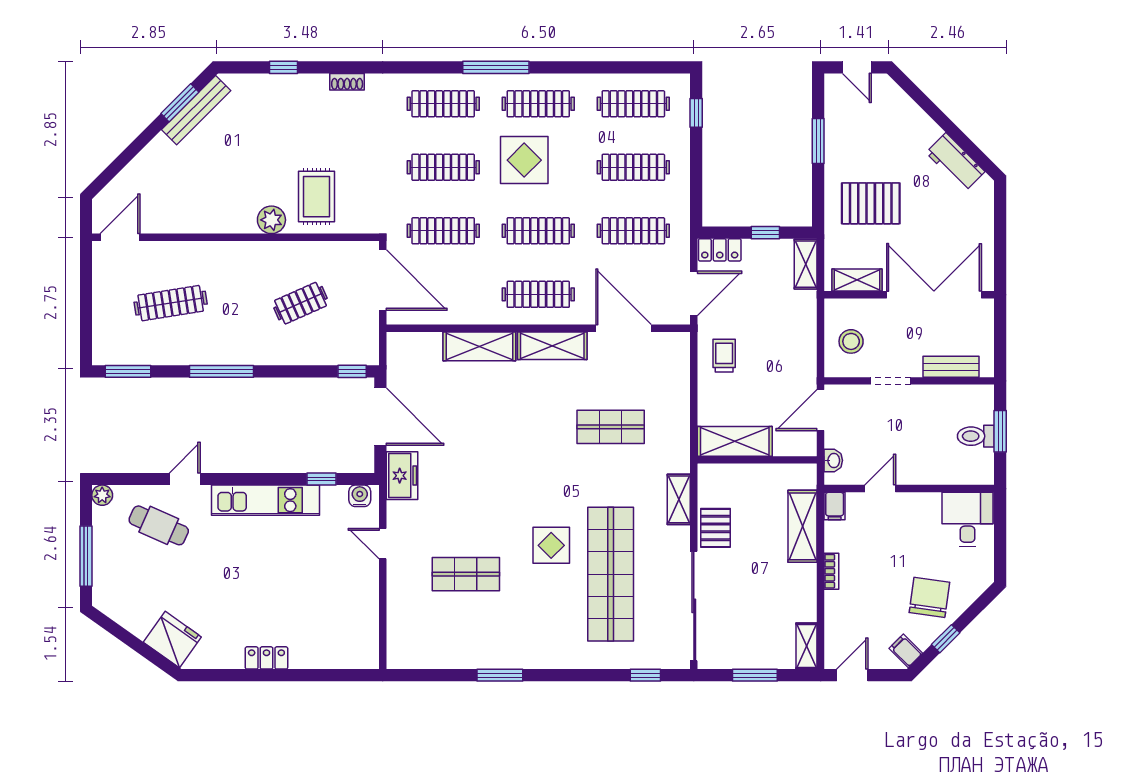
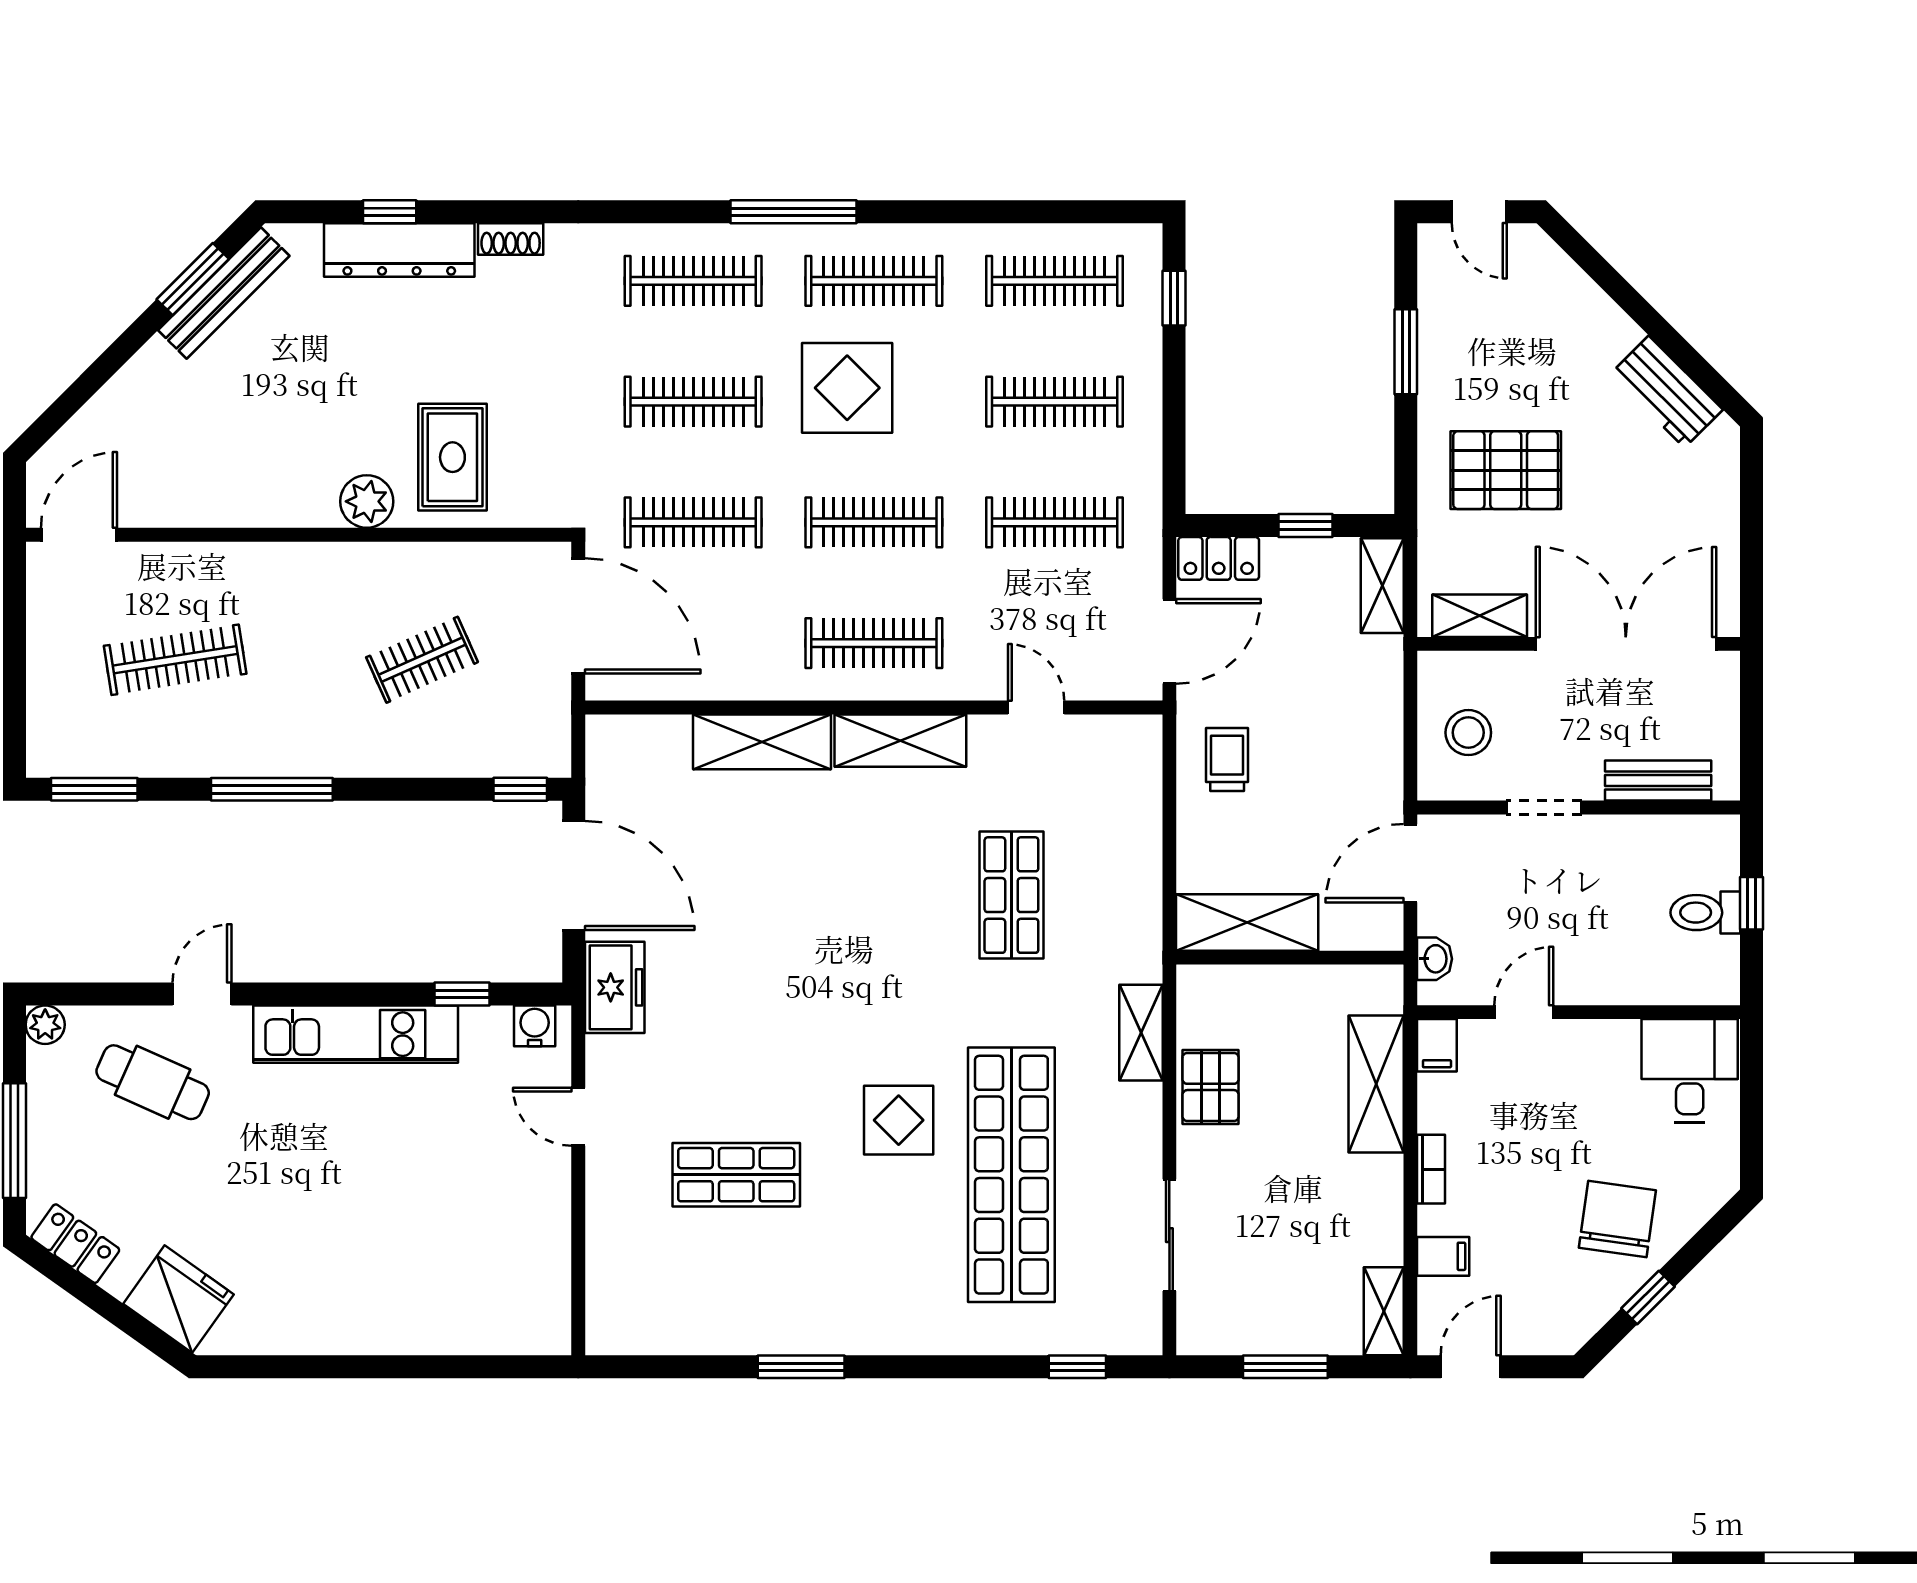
dresser: (289, 88) -> (399, 250), added
door: (624, 328) -> (1036, 707), width x0.53
shop shelf: (611, 427) -> (1011, 895), turned 90
window: (1000, 431) -> (1751, 903), width x0.67
sliding door: (694, 606) -> (1169, 1235), width x0.54
filing cabinet: (906, 651) -> (1443, 1256), moved, turned 135
locker: (266, 658) -> (75, 1244), moved, turned 35

